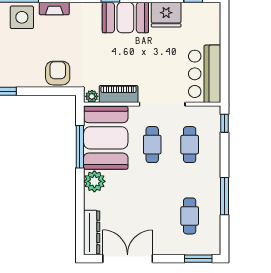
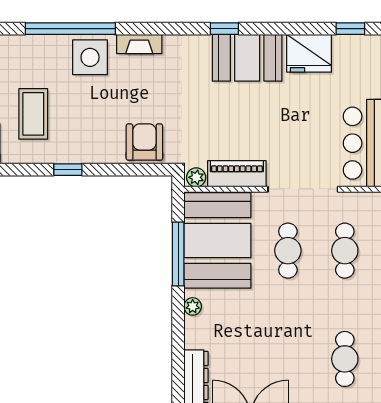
plant: (94, 181) -> (193, 306), width x0.53, depth x0.53

